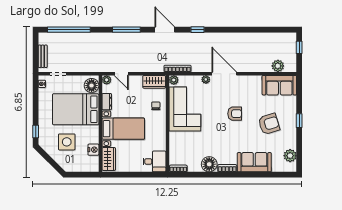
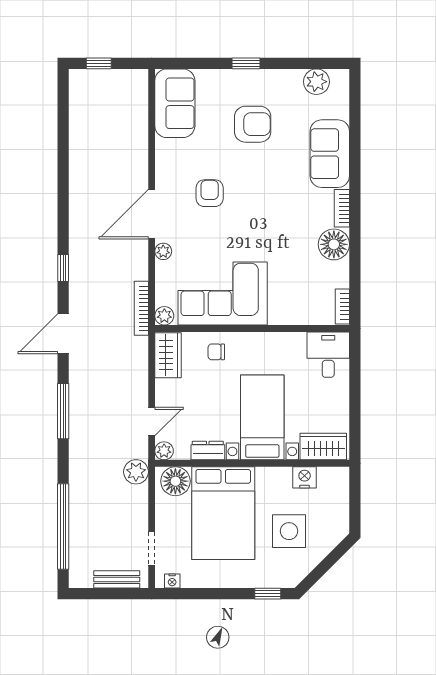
plant: (278, 66) -> (136, 472), moved
armchair: (235, 114) -> (210, 193), moved
armchair: (269, 124) -> (253, 124), turned 107

